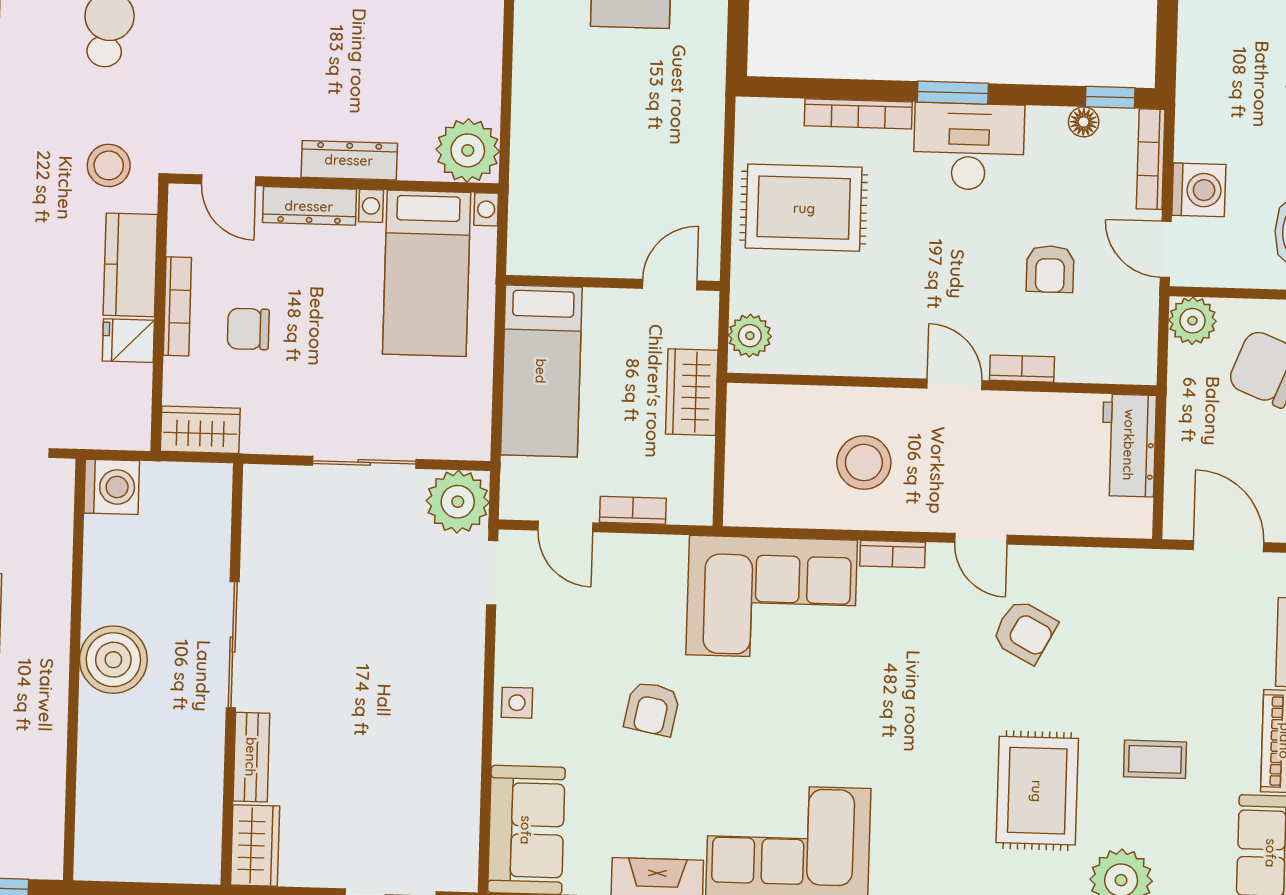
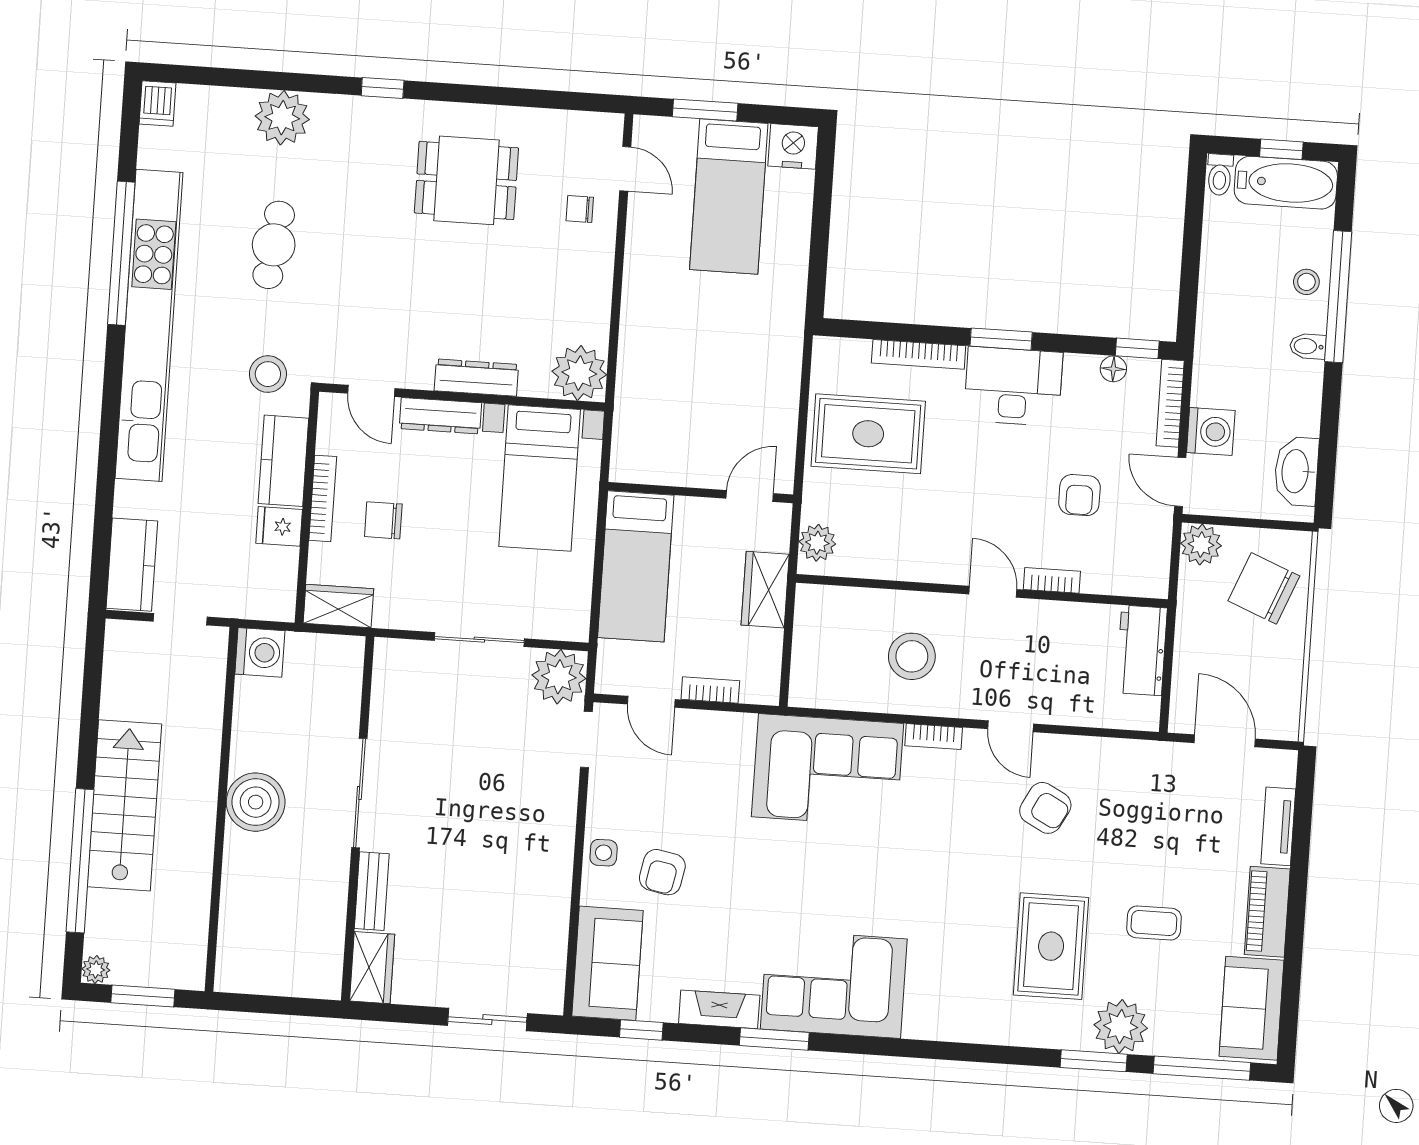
armchair: (652, 709) -> (662, 872), moved

